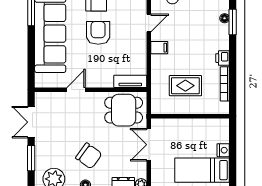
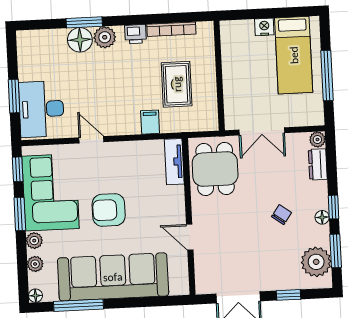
floor lamp: (225, 18) -> (80, 40), width x1.89, depth x1.89
plant: (221, 36) -> (105, 37), added
filing cabinet: (159, 48) -> (150, 122), moved
chair: (89, 156) -> (282, 215), width x0.54, depth x0.54
window: (31, 158) -> (289, 295), width x0.67

